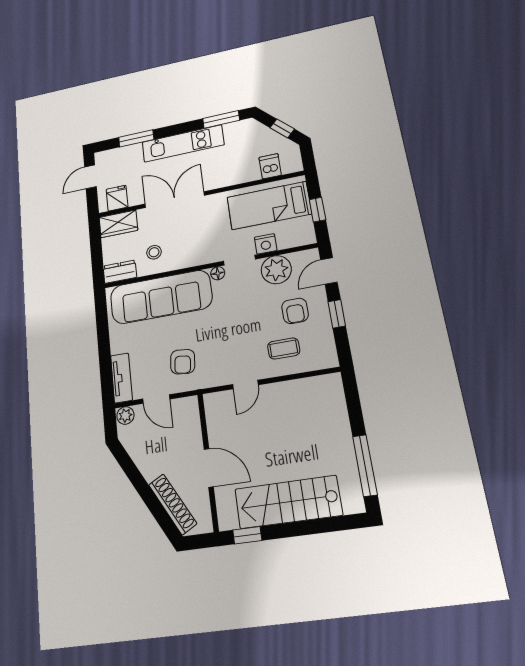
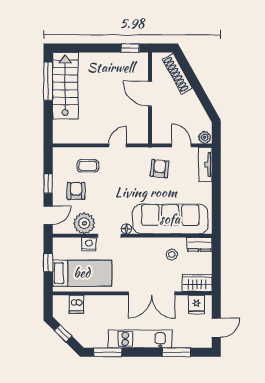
stairs: (288, 502) -> (65, 86), moved, turned -90

